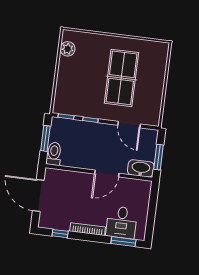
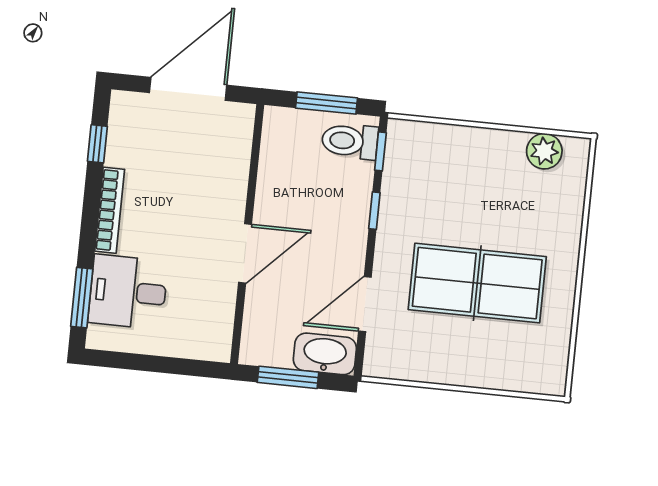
toilet: (54, 154) -> (350, 141), moved, turned 180
washbasin: (141, 168) -> (325, 354), moved, turned -90
door: (107, 174) -> (245, 253), swing flipped

